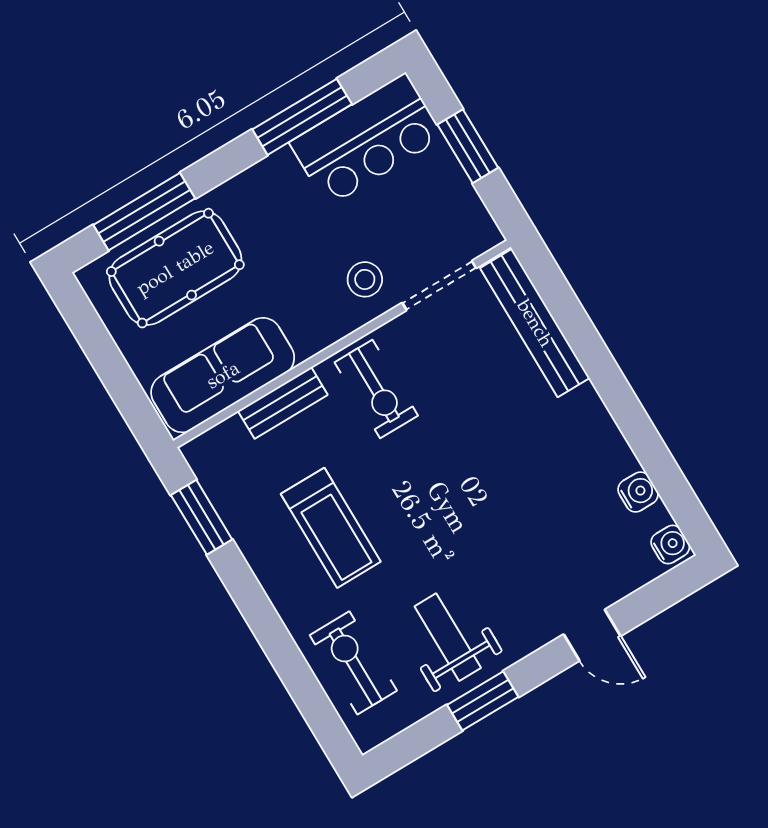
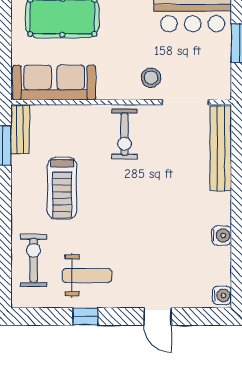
bench: (283, 403) -> (20, 130), moved, turned 90
water cooler: (638, 492) -> (222, 235), moved
weight bench: (448, 637) -> (87, 275), turned 90
window: (483, 701) -> (85, 317), width x0.67

